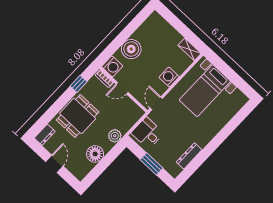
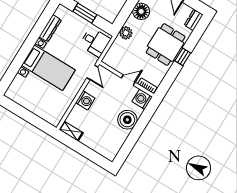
window: (79, 84) -> (183, 57), moved
bed with nightstands: (205, 91) -> (48, 68), moved, turned 90

